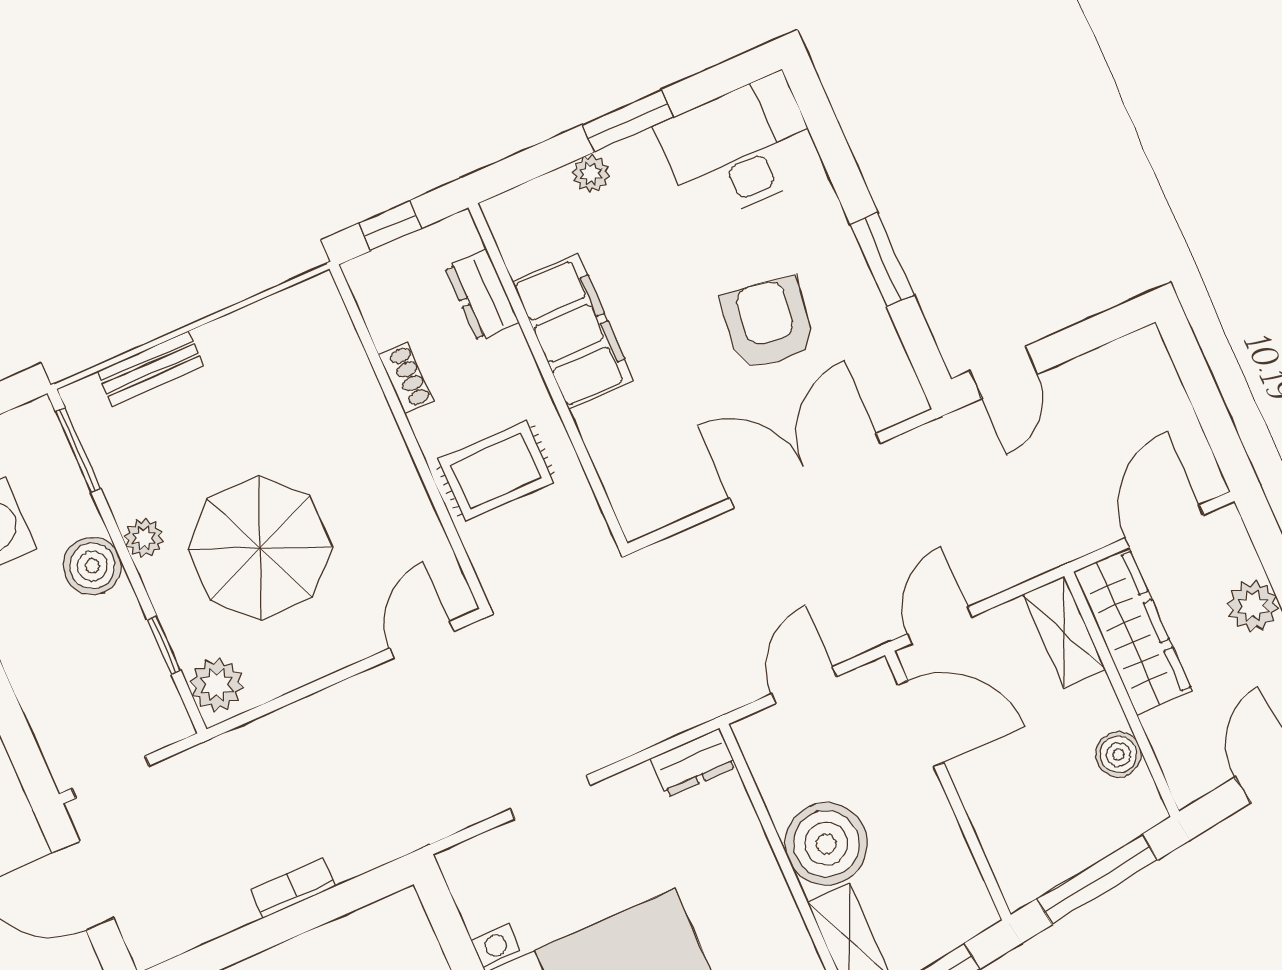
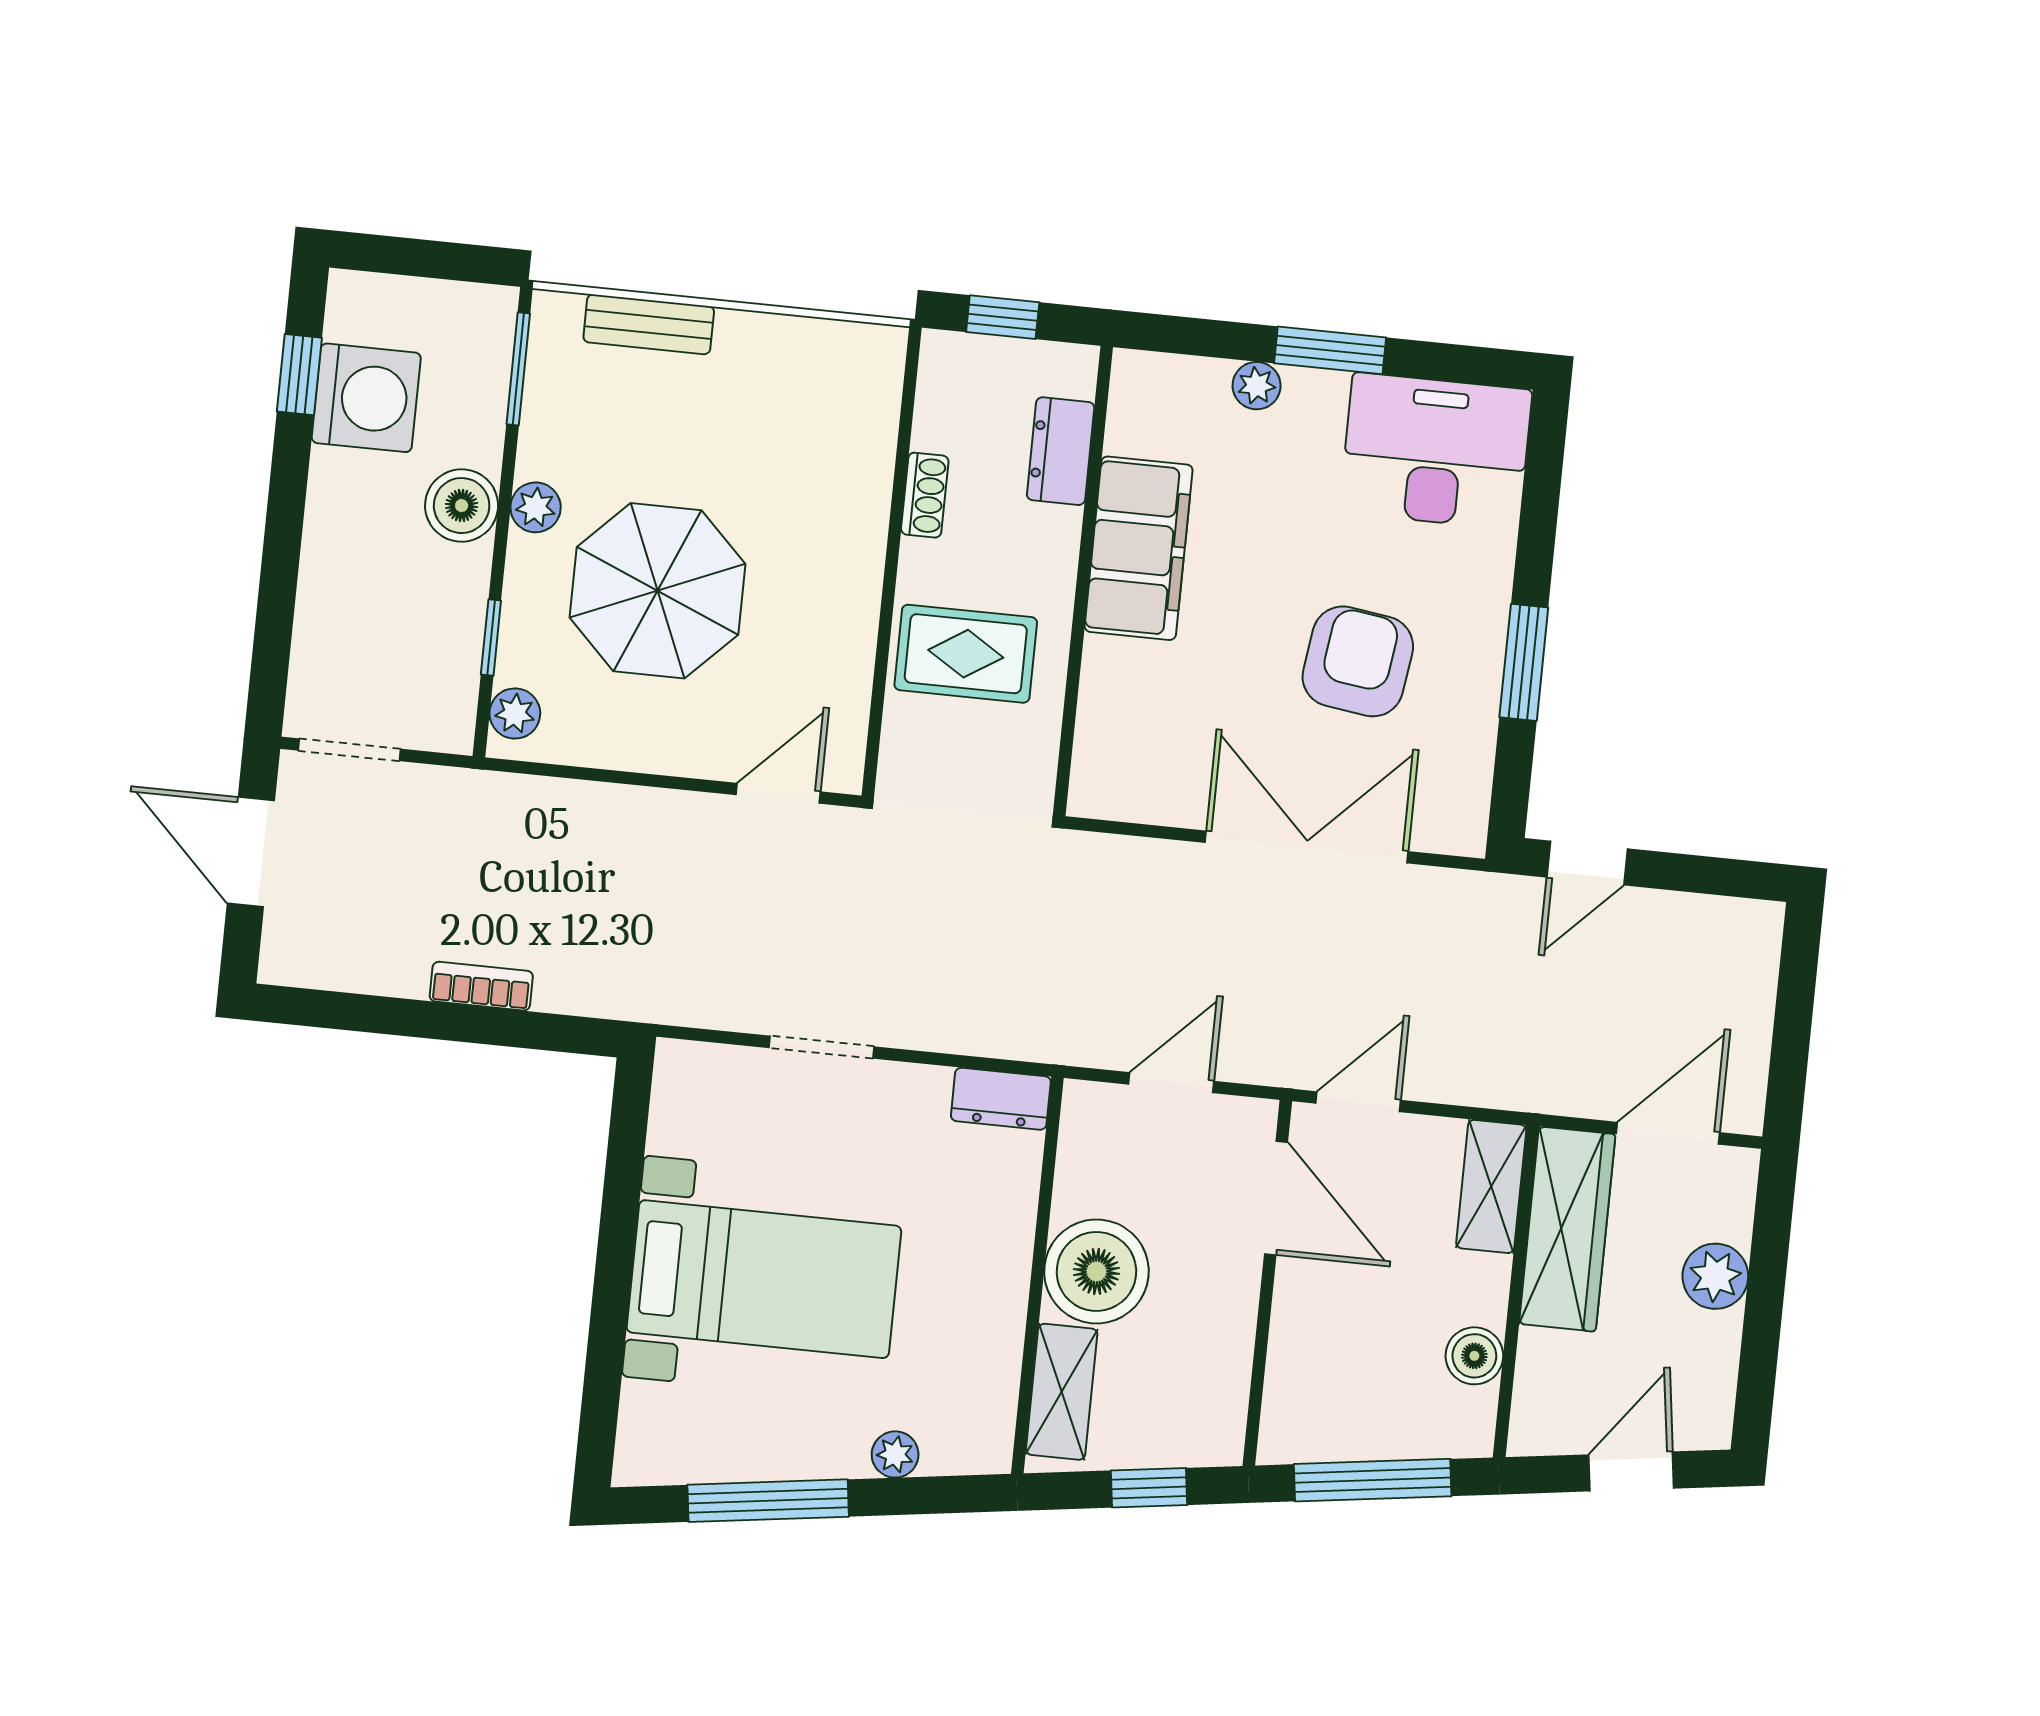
plant: (217, 685) -> (515, 713), width x0.73, depth x0.73

